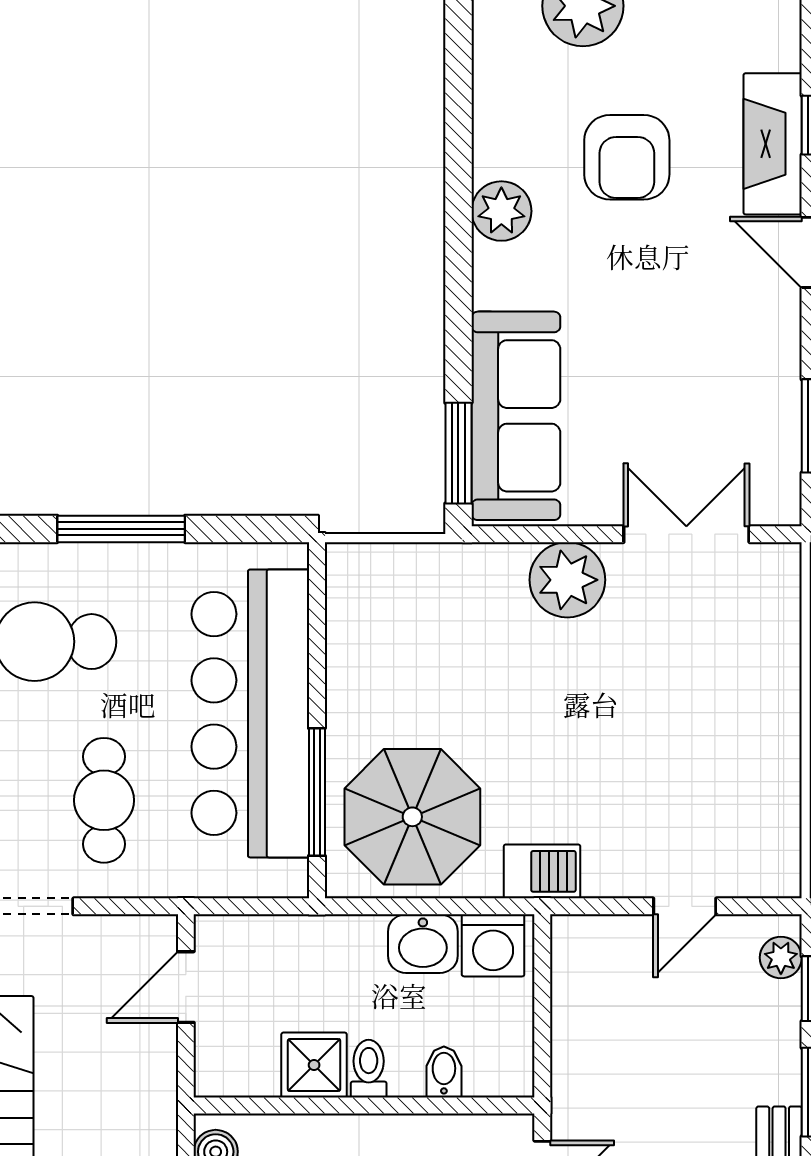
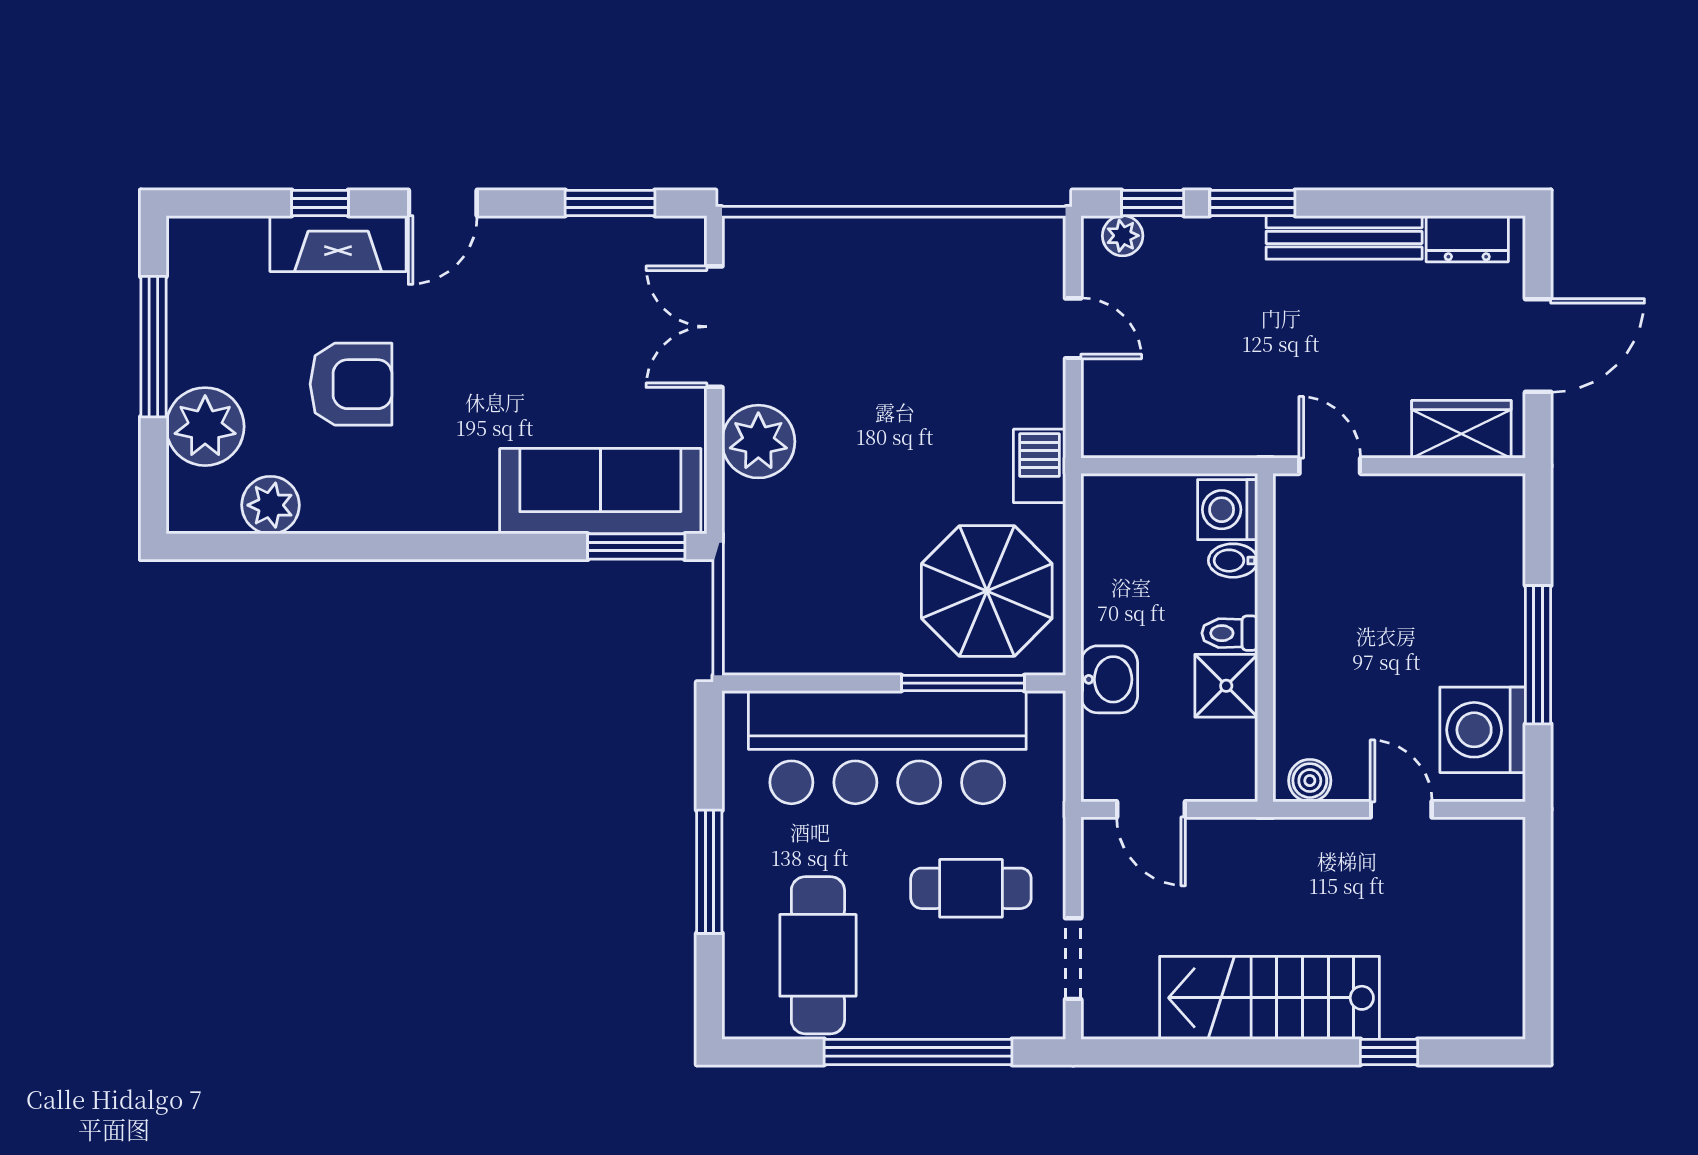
plant: (501, 211) -> (270, 505), moved
washbasin: (423, 944) -> (1109, 679), moved
washing machine: (493, 945) -> (1228, 510), moved, turned 180

